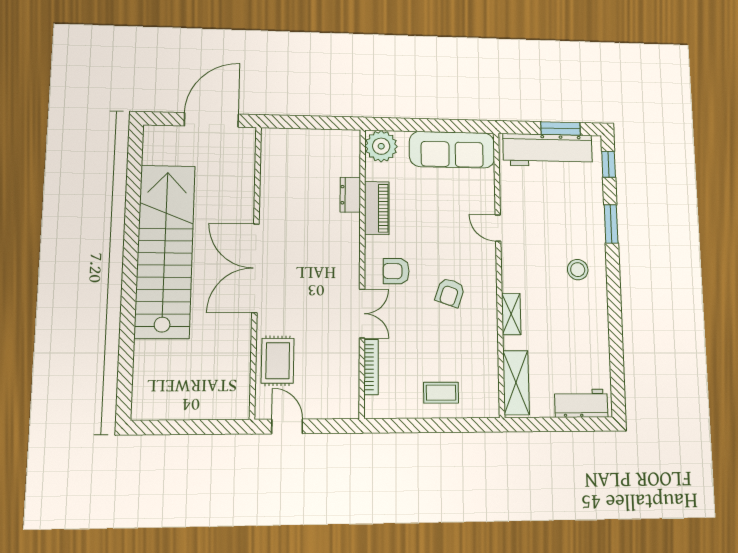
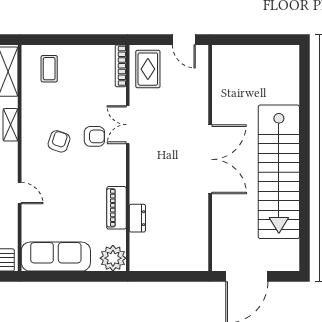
armchair: (396, 271) -> (94, 136), moved
rug: (278, 361) -> (148, 69), moved
bookcase: (371, 367) -> (121, 66), moved
coffee table: (441, 393) -> (49, 69), moved, turned 90

